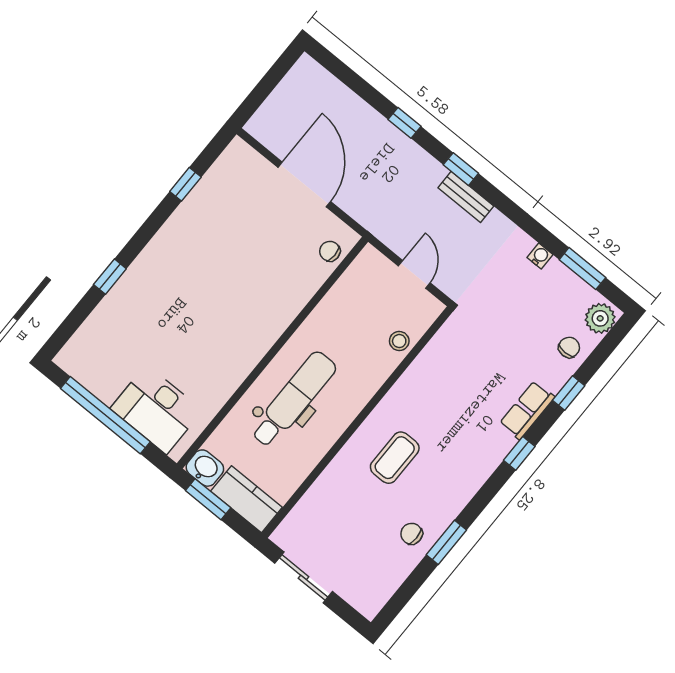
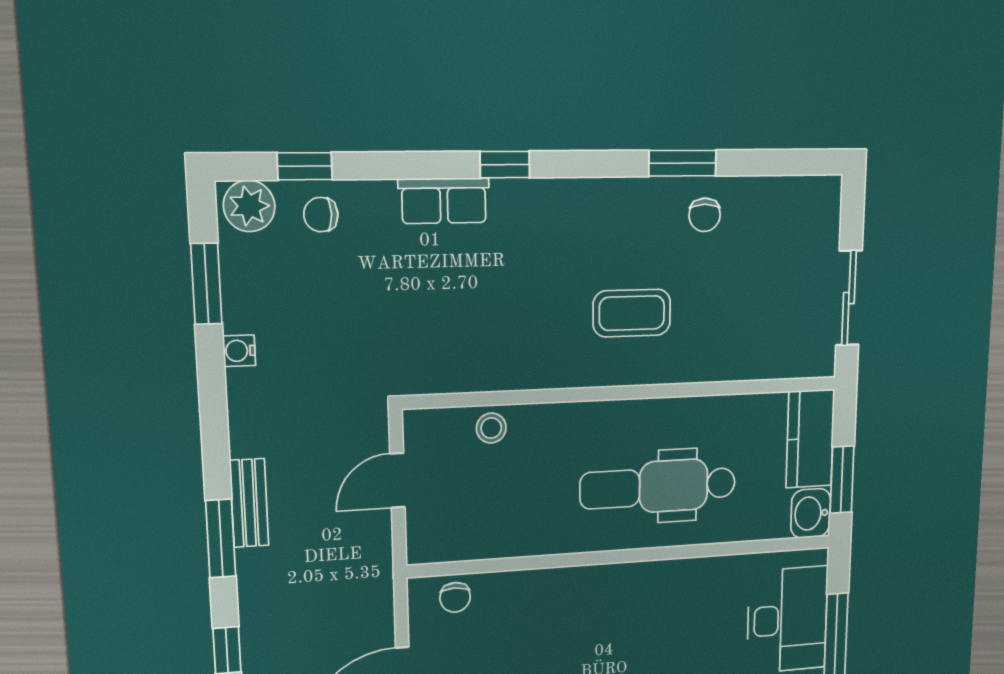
window: (461, 169) -> (221, 539), width x1.50
window: (569, 393) -> (305, 166), moved

